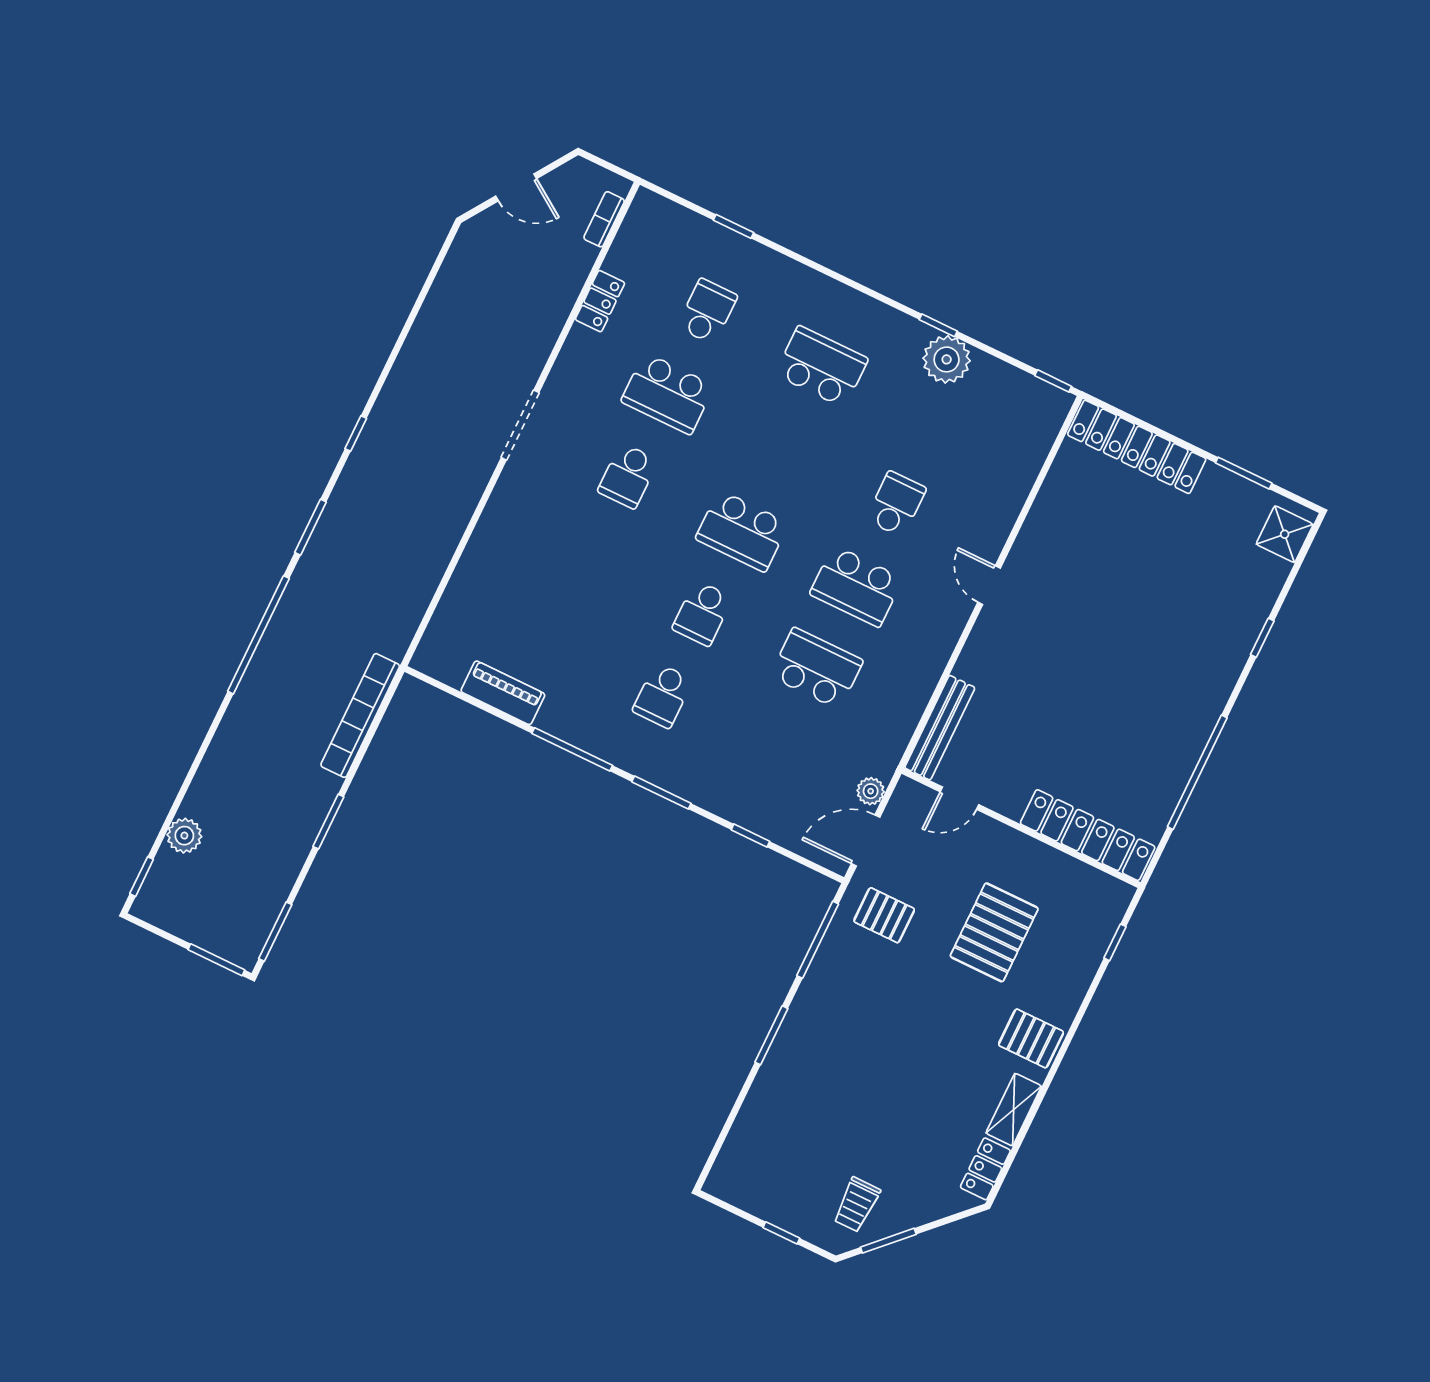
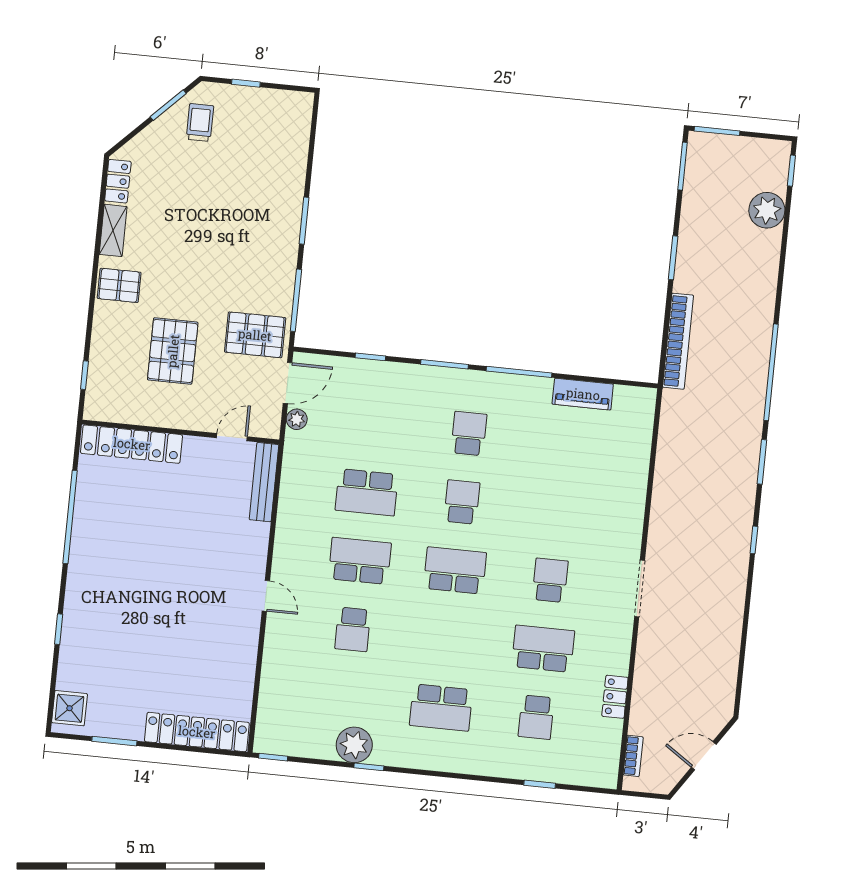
plant: (184, 836) -> (767, 210), width x1.36, depth x1.36
pallet: (884, 915) -> (255, 335), width x1.50, depth x1.42

